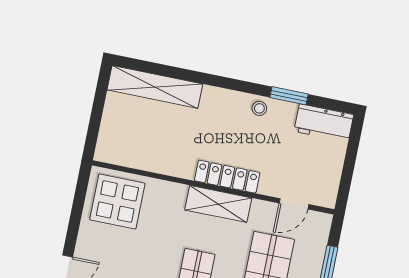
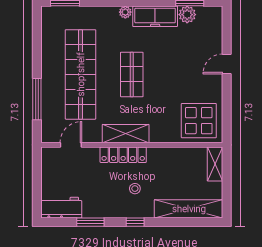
window: (230, 84) -> (135, 222), added
stool: (259, 108) -> (135, 189), moved
shelving: (108, 140) -> (215, 164), added

